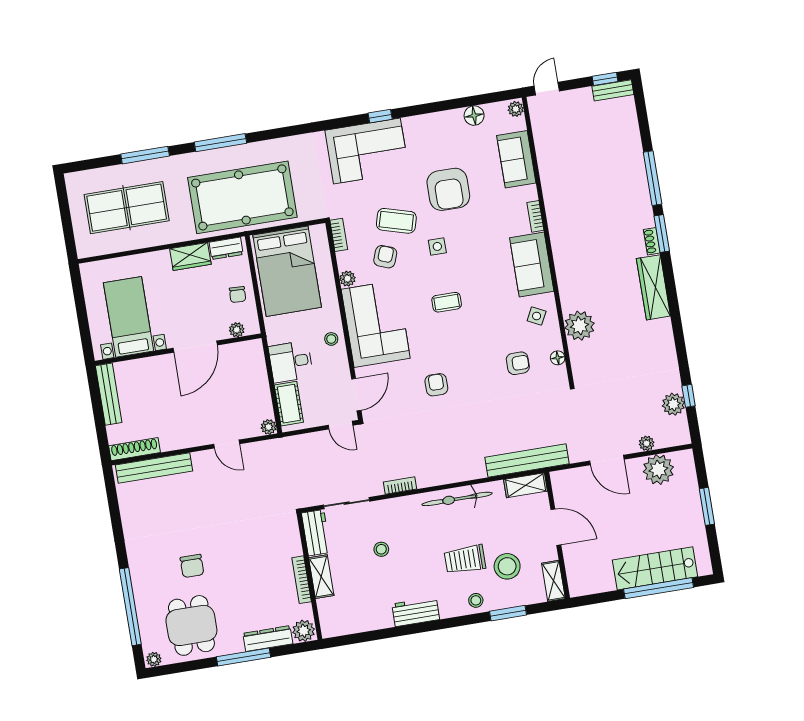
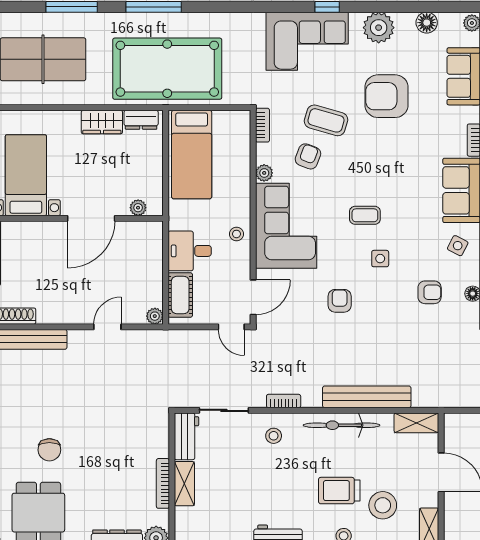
plant: (431, 127) -> (379, 28), added
armchair: (448, 189) -> (386, 96), turned 90
side table: (437, 246) -> (380, 259), moved
bed: (287, 271) -> (192, 155), width x0.67
chair: (238, 295) -> (145, 171), removed
door: (227, 444) -> (107, 327), swing flipped
bench: (527, 461) -> (367, 397), moved
stool: (381, 549) -> (274, 436), moved

